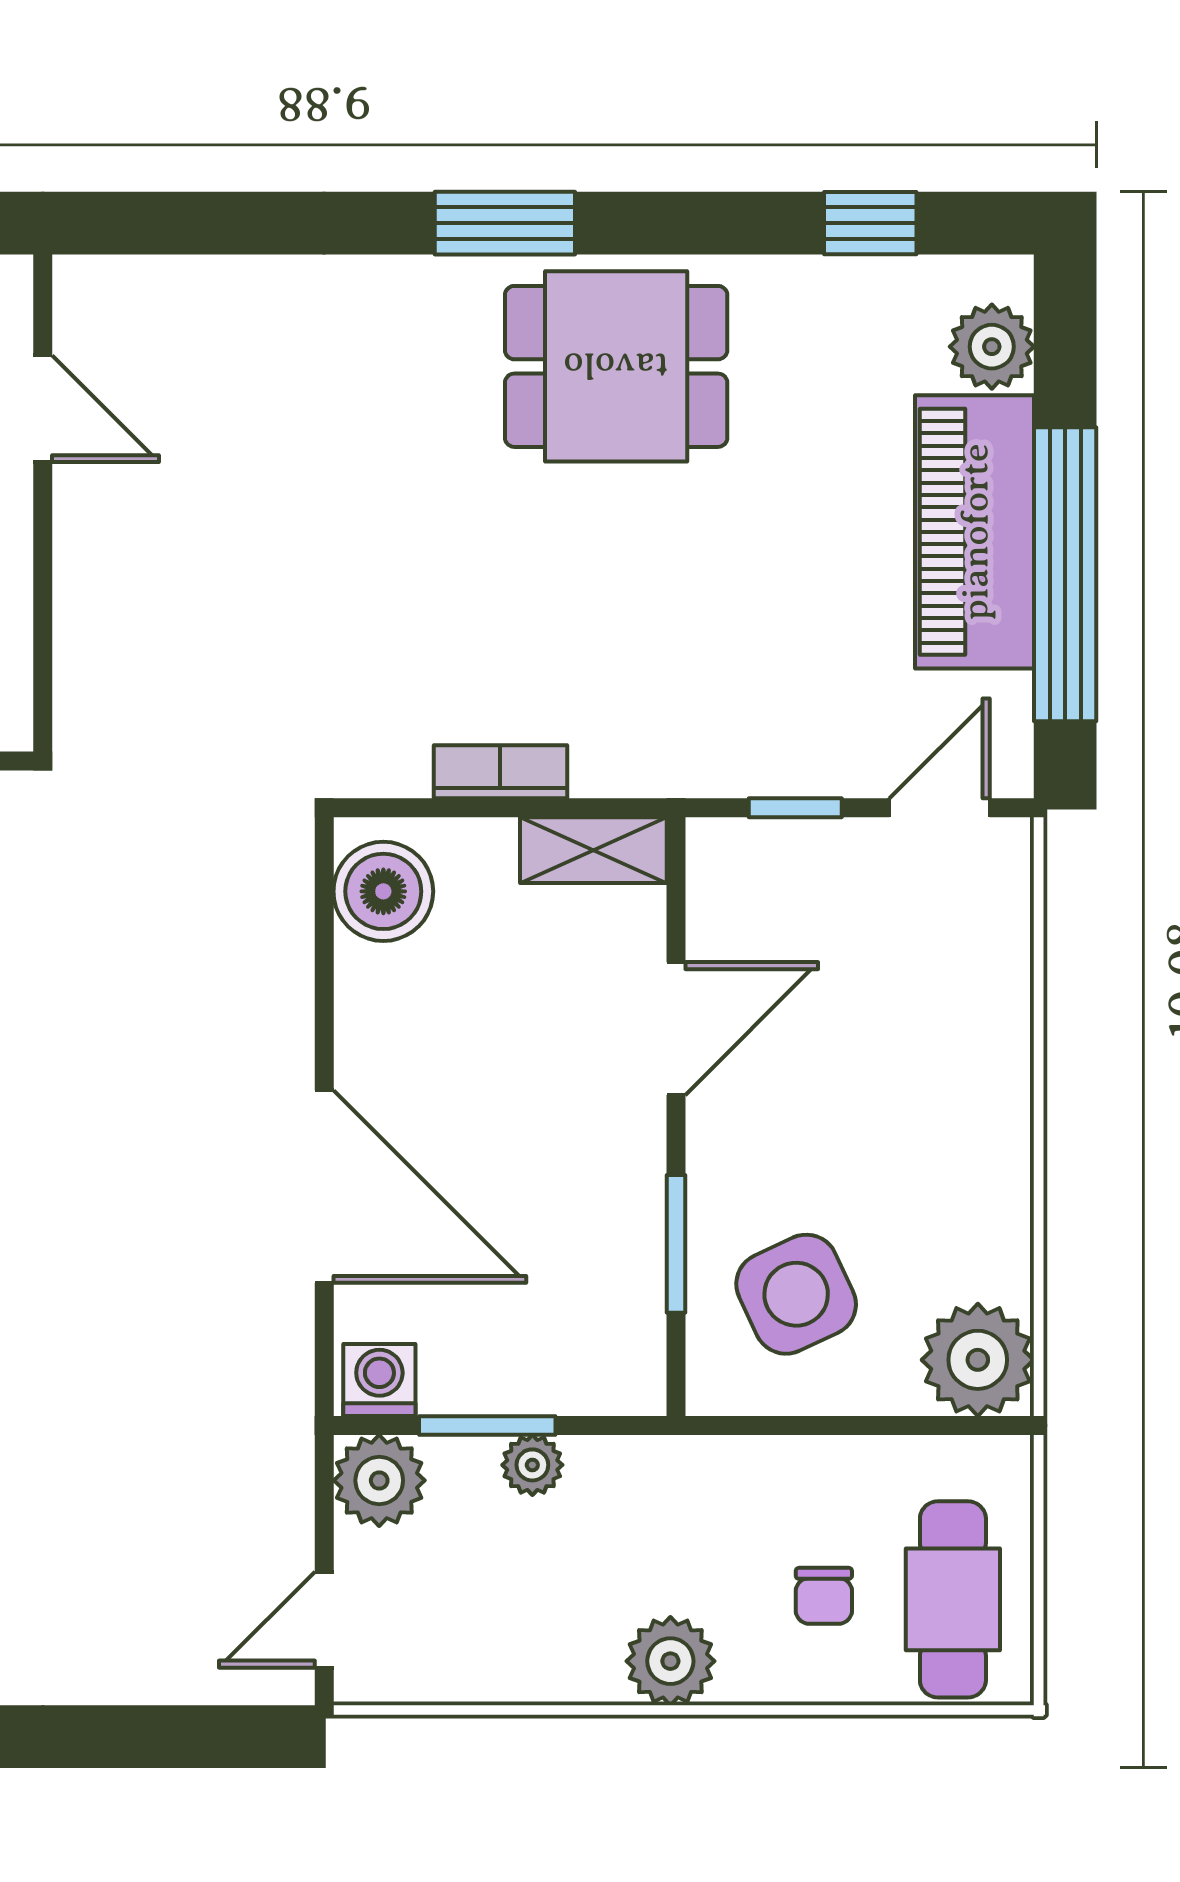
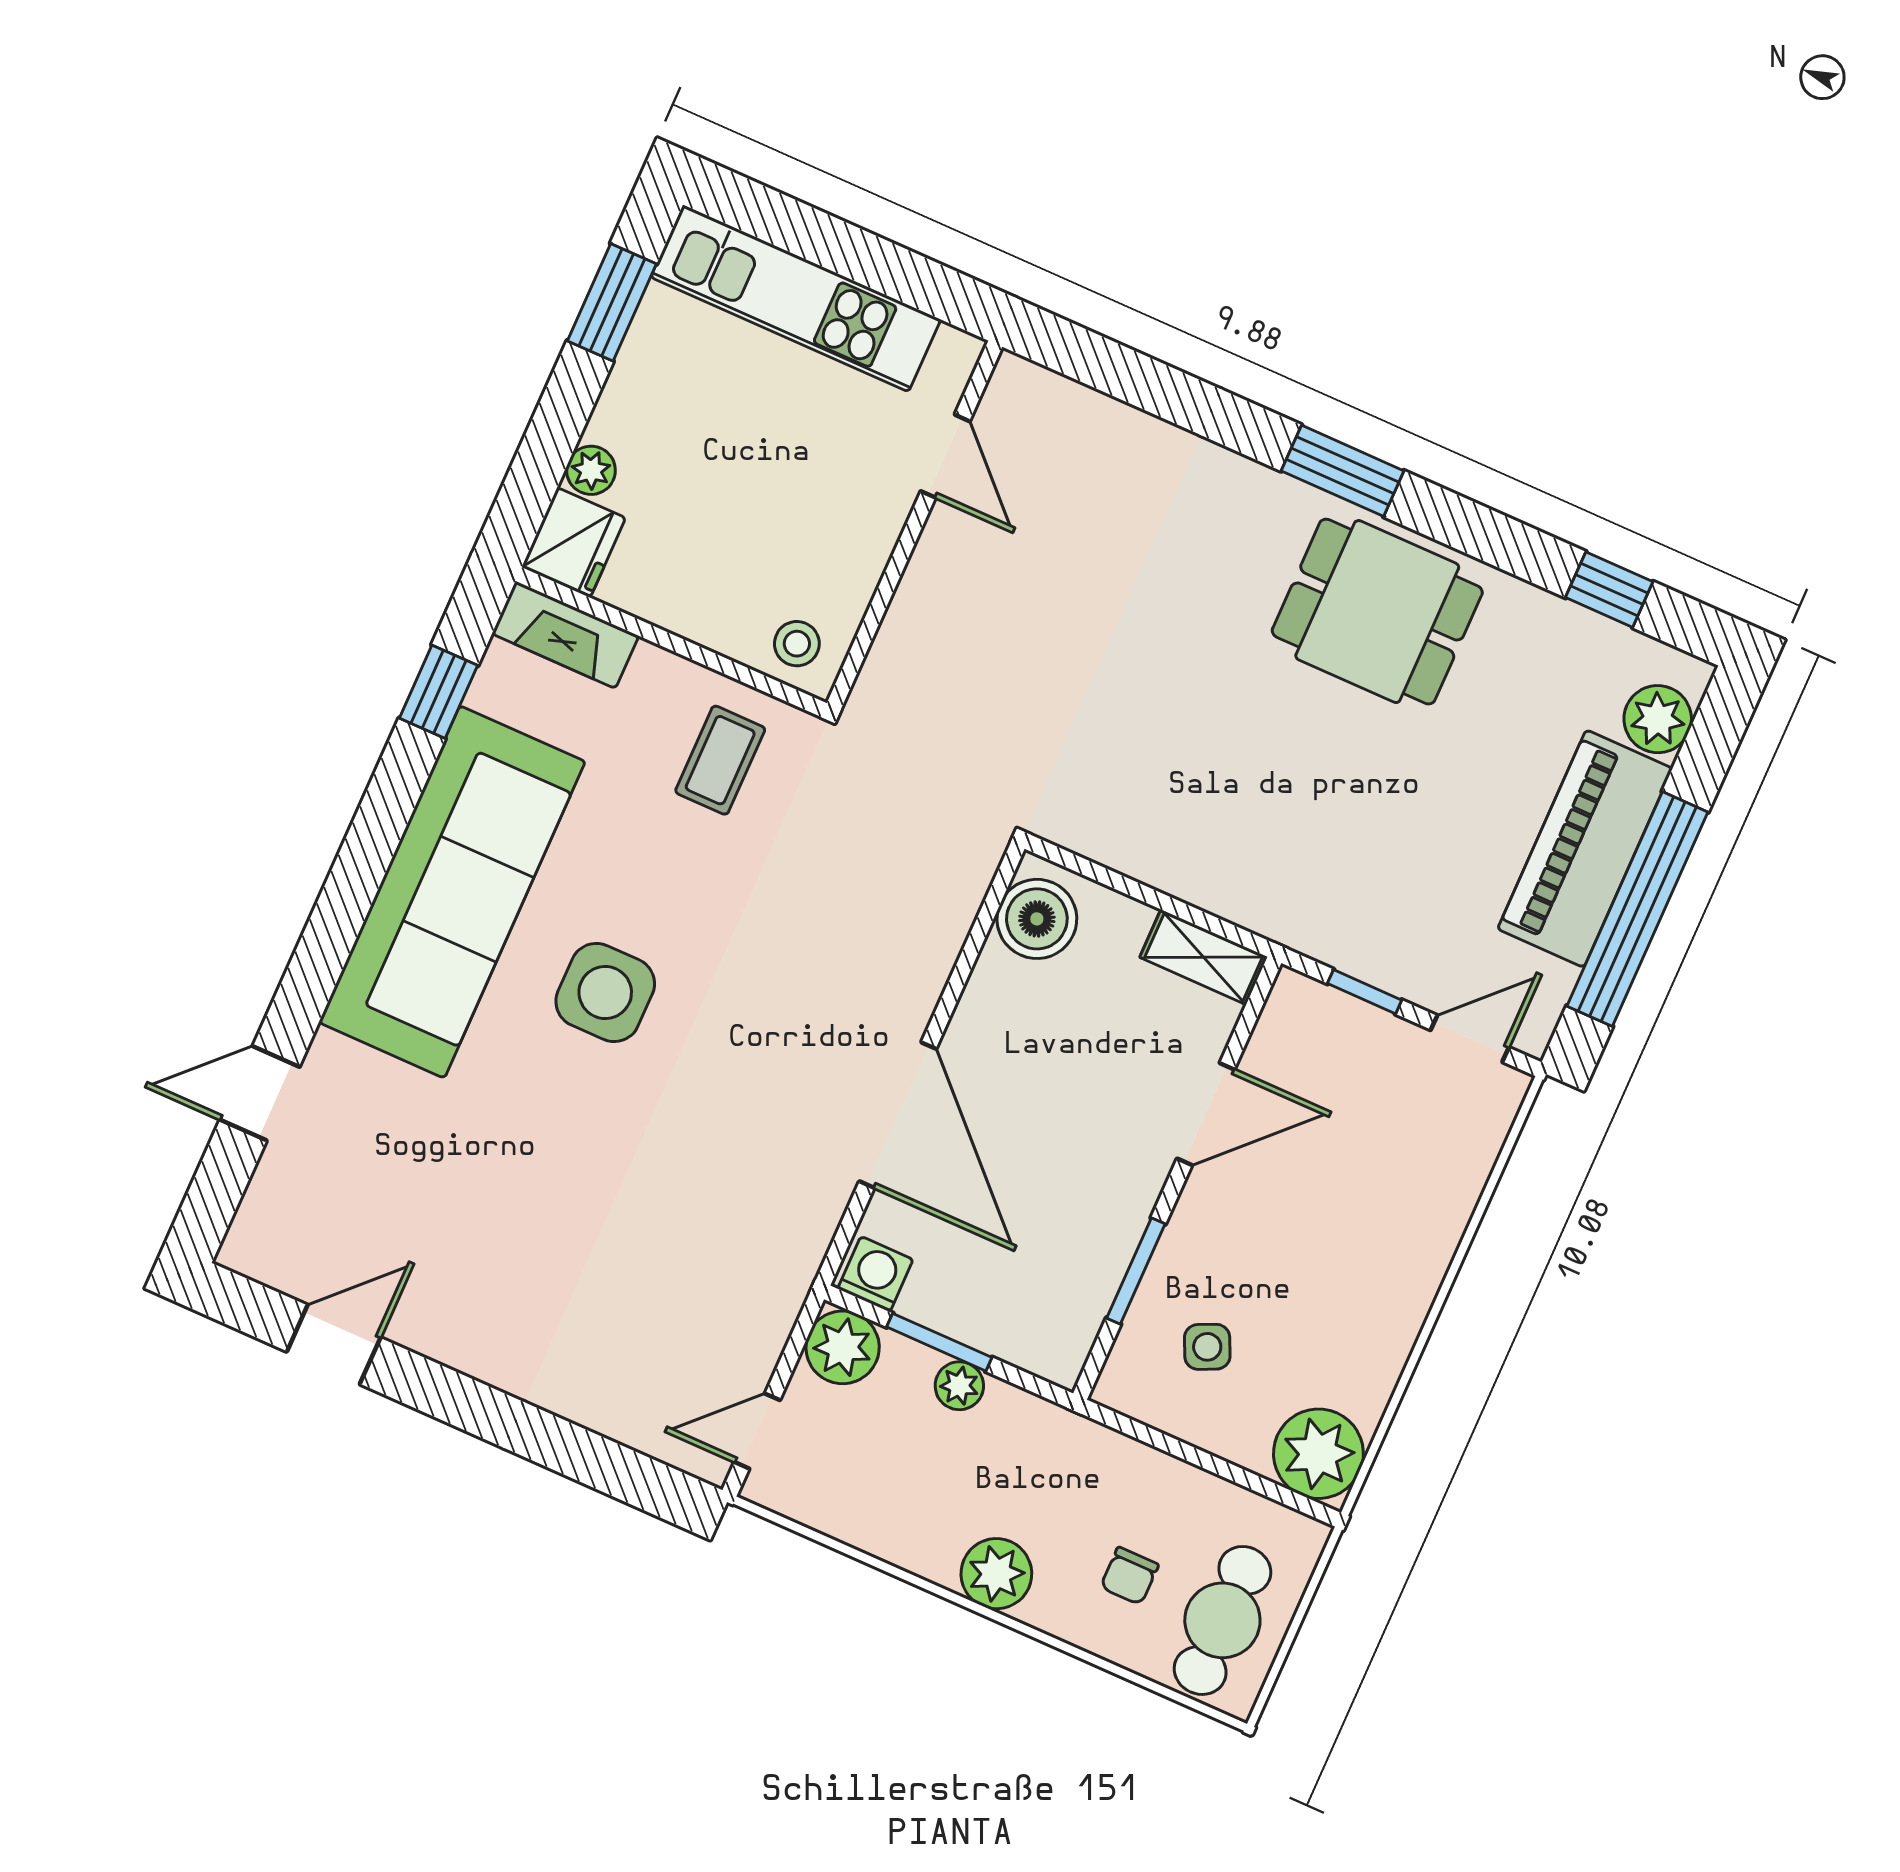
bookcase: (500, 772) -> (1161, 870), removed
side table: (796, 1294) -> (1207, 1347), width x0.54, depth x0.54

